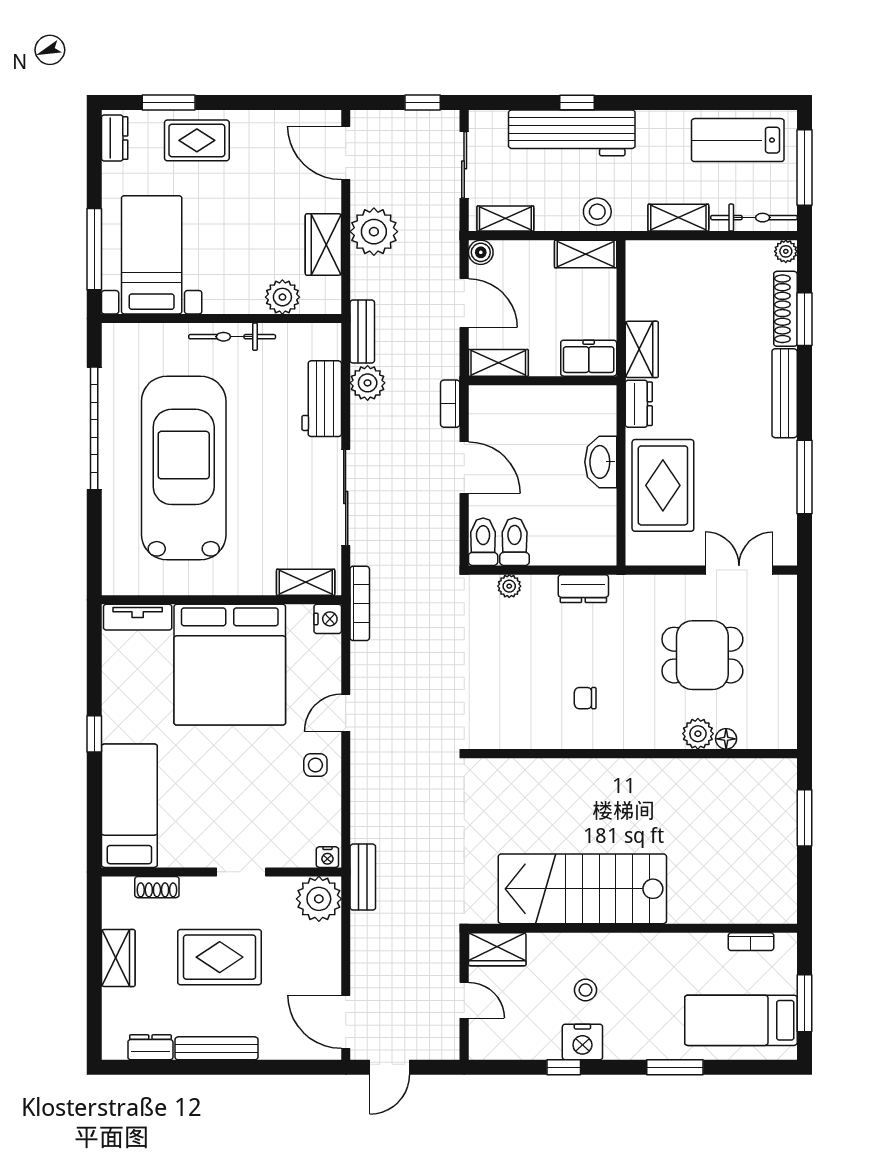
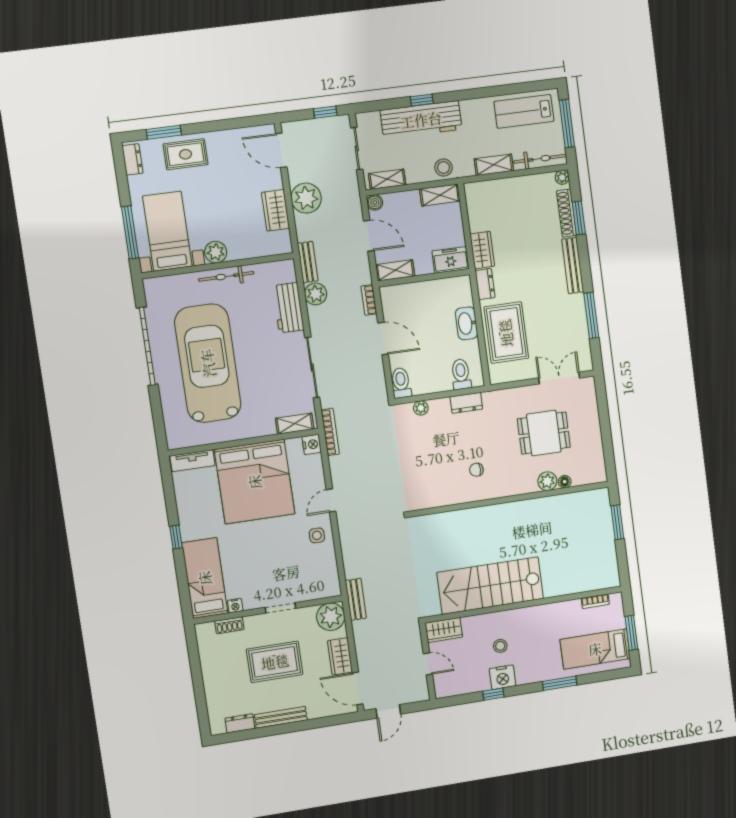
plant: (282, 297) -> (216, 252), moved
toilet: (515, 542) -> (461, 374), moved
nightstand: (327, 857) -> (235, 606), moved
wardrobe: (118, 958) -> (340, 656), moved, turned 180

